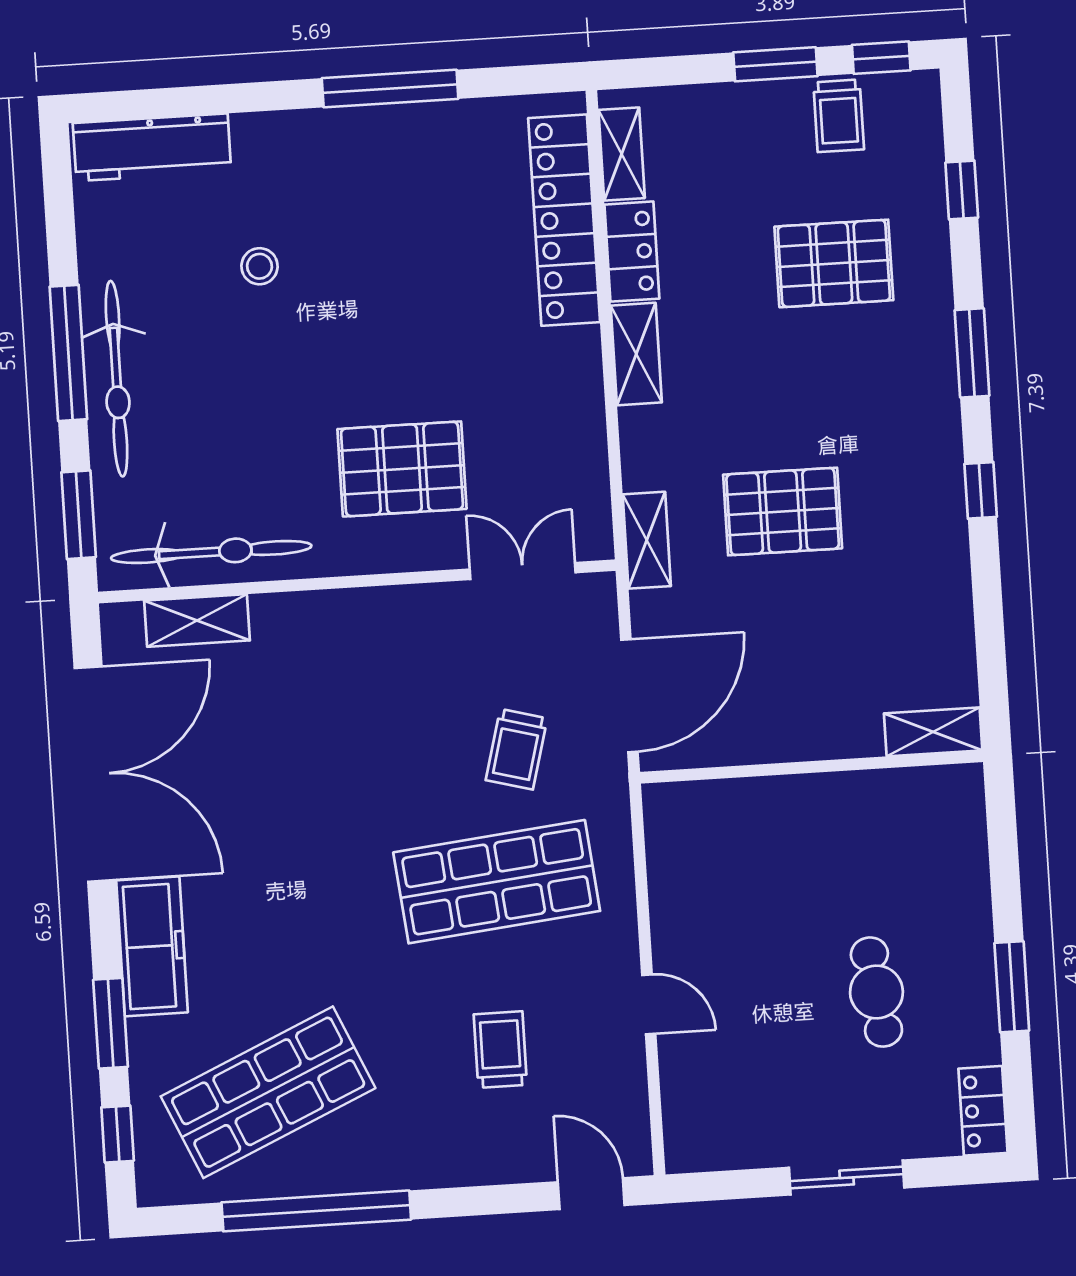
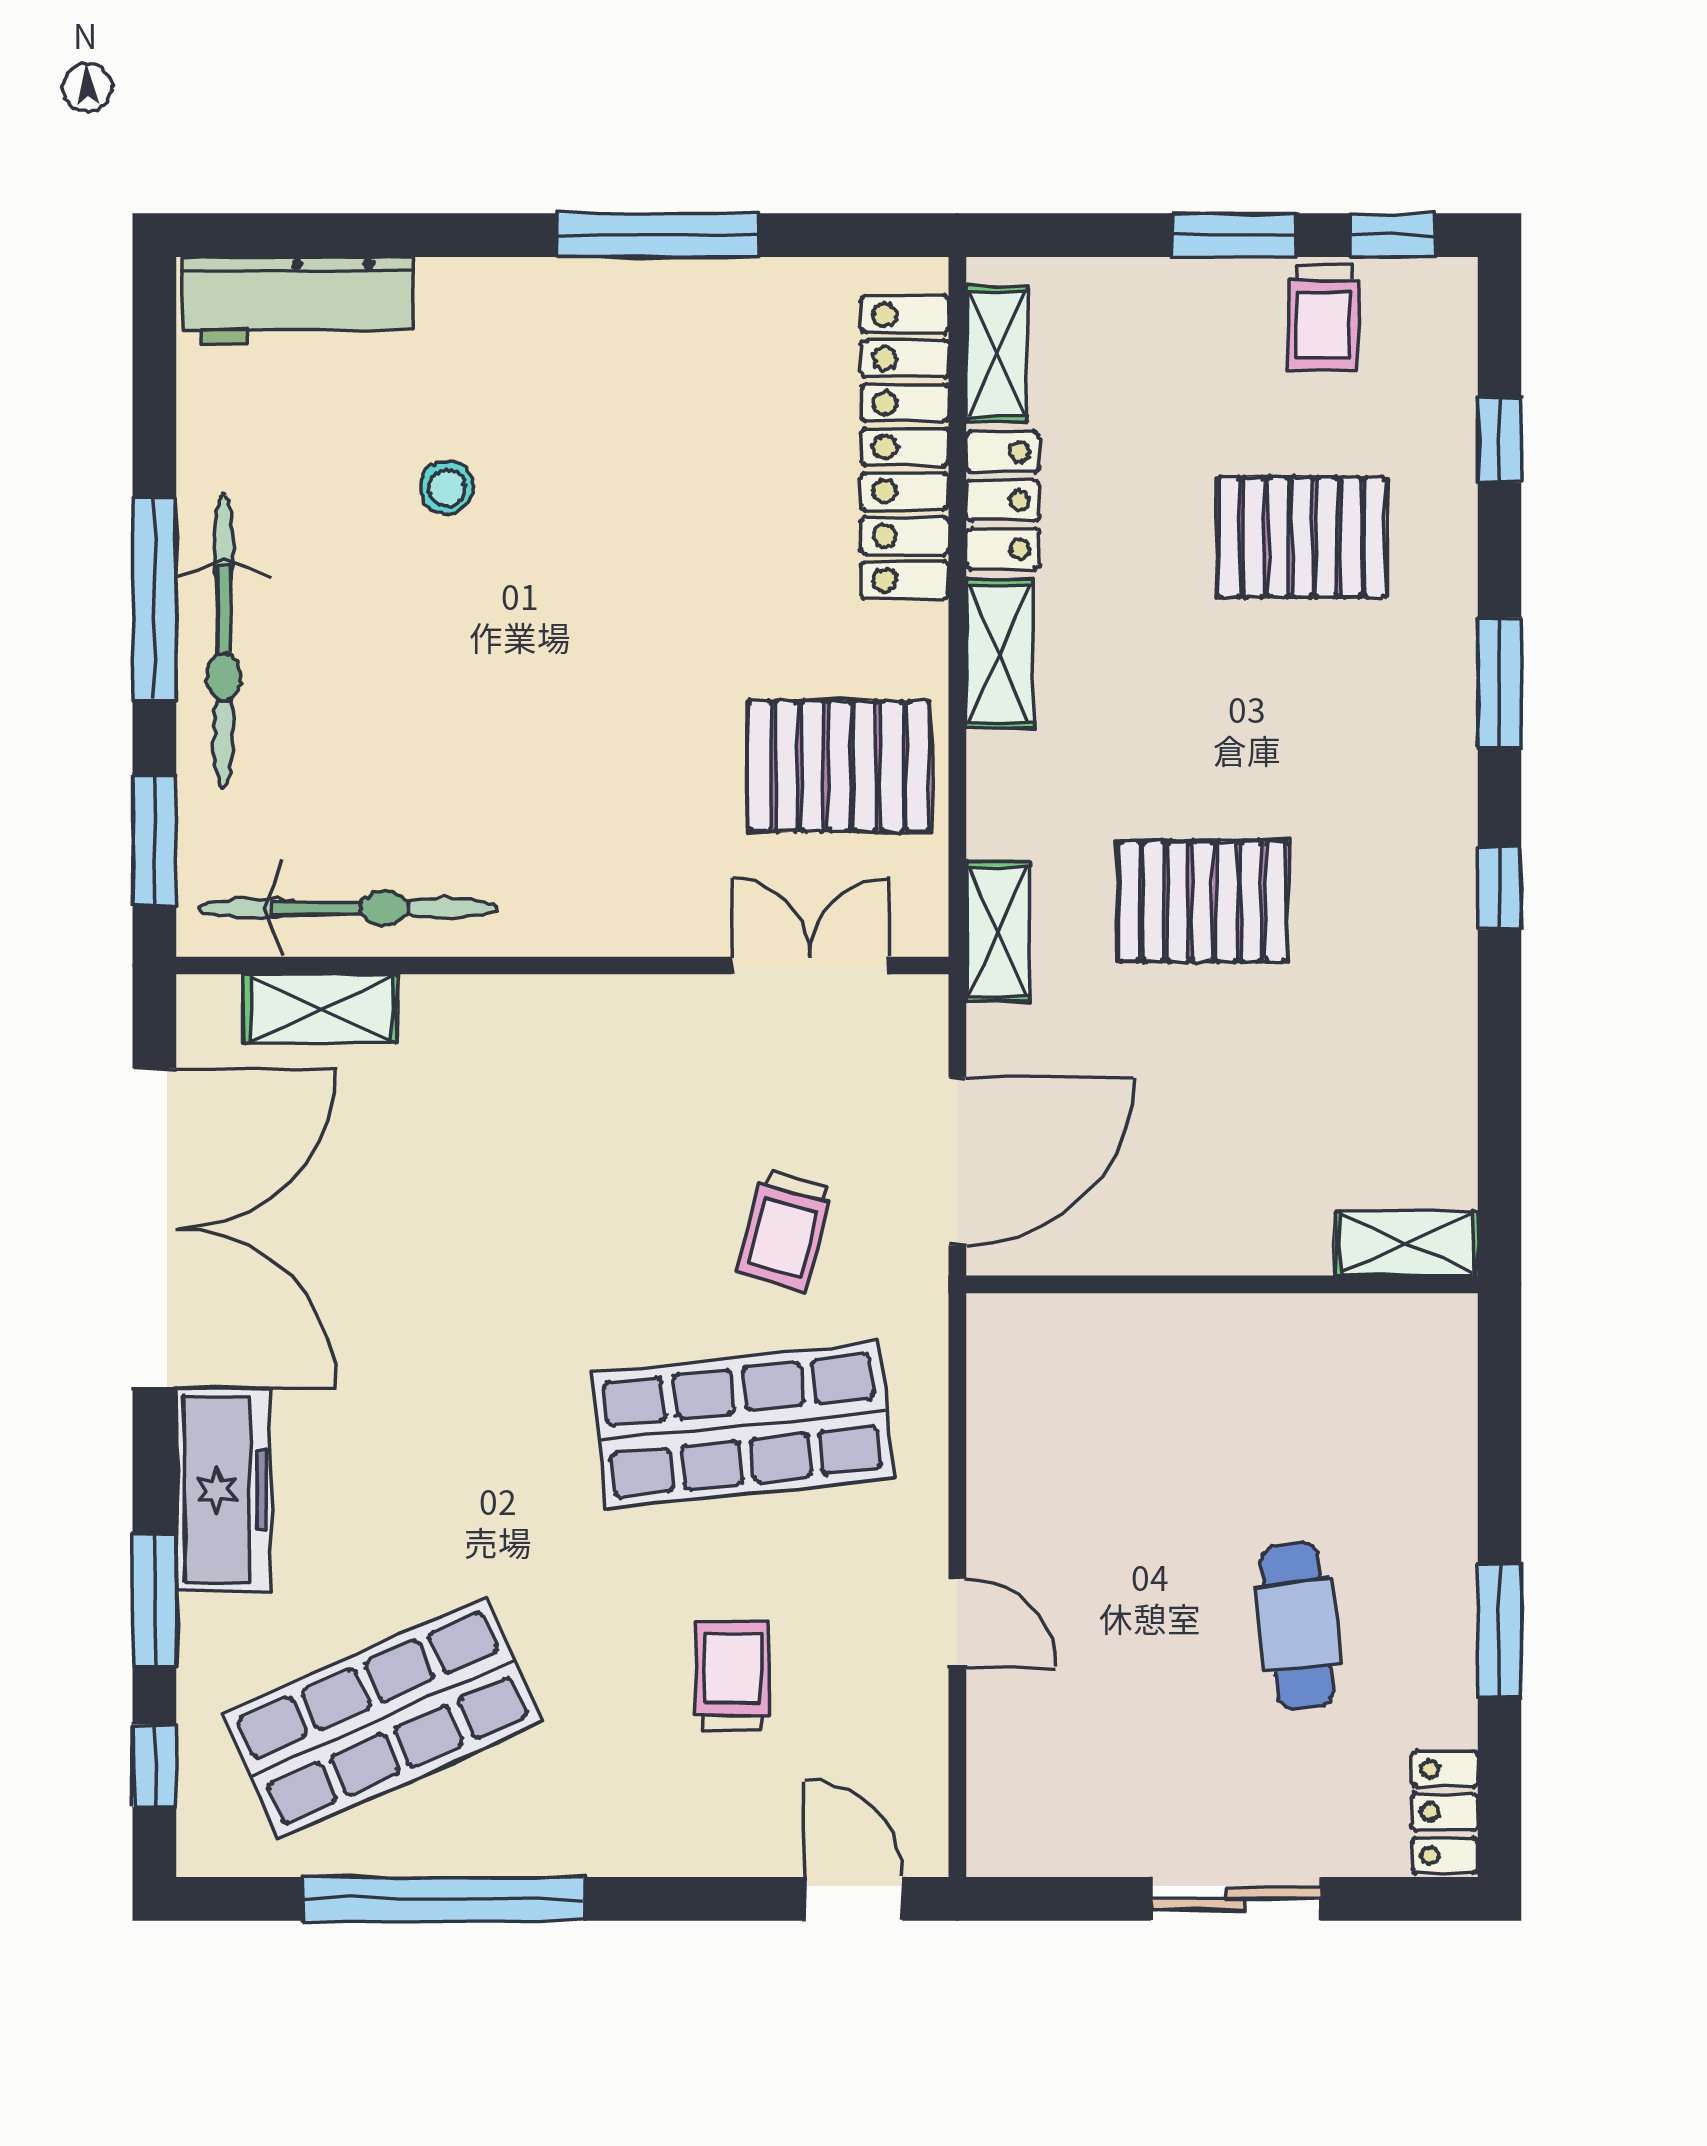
pallet: (402, 469) -> (839, 766), moved

